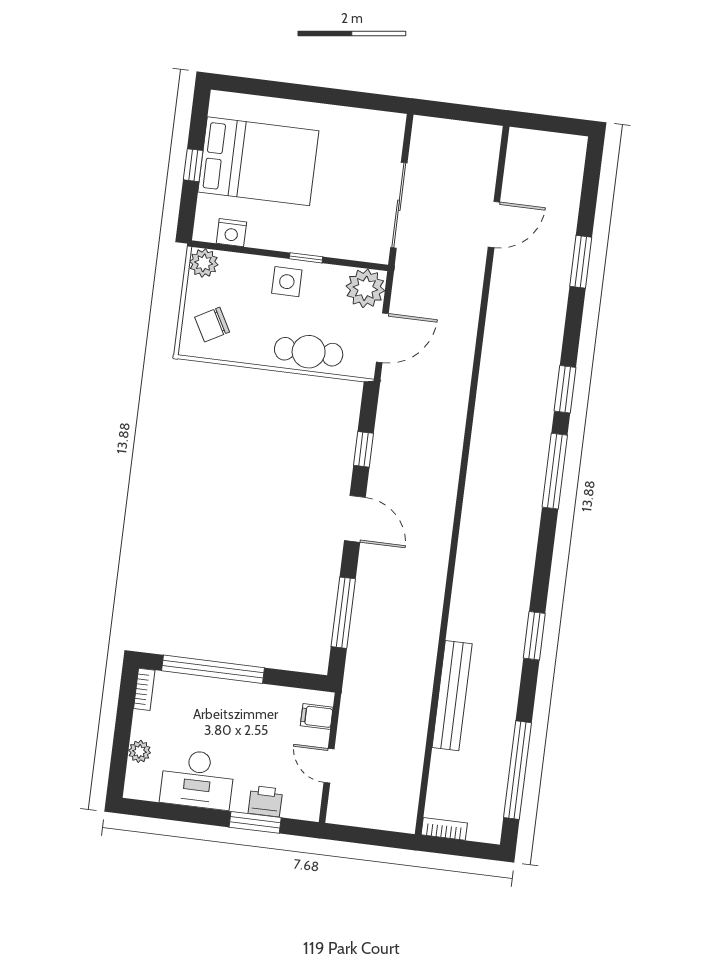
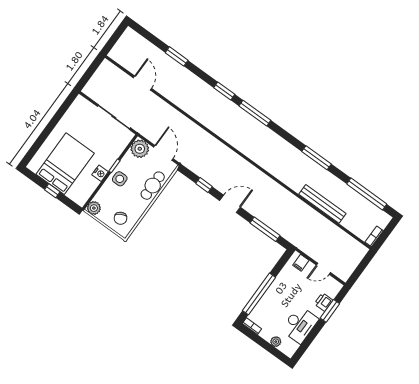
nightstand: (231, 233) -> (100, 173), moved
window: (534, 636) -> (317, 158), width x1.44

